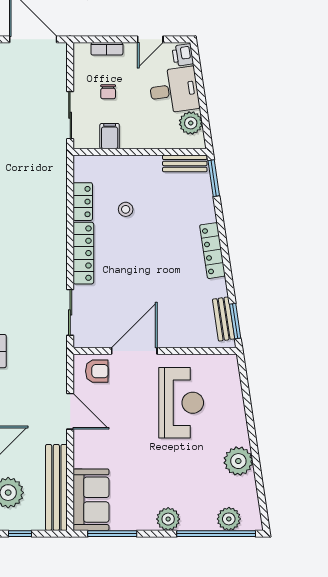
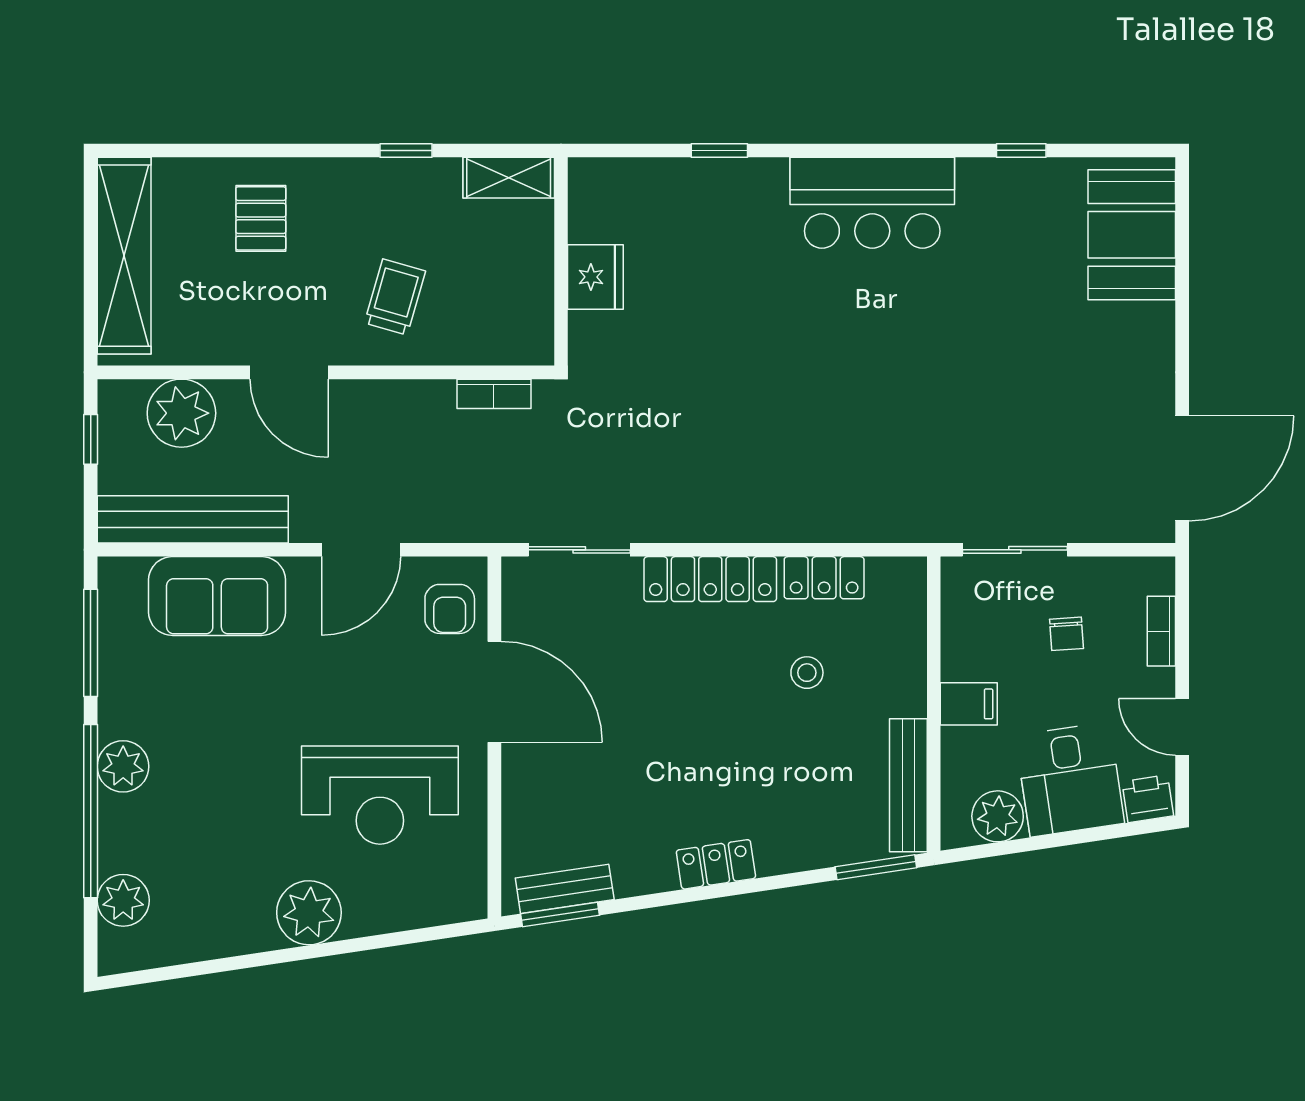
chair: (108, 92) -> (1067, 634), turned -94
filing cabinet: (110, 136) -> (969, 704), moved
bench: (185, 163) -> (908, 785), width x1.36
locker: (212, 251) -> (716, 864), width x0.66
plant: (238, 461) -> (309, 913), moved
sofa: (91, 500) -> (217, 596), moved
window: (216, 534) -> (91, 811), moved

